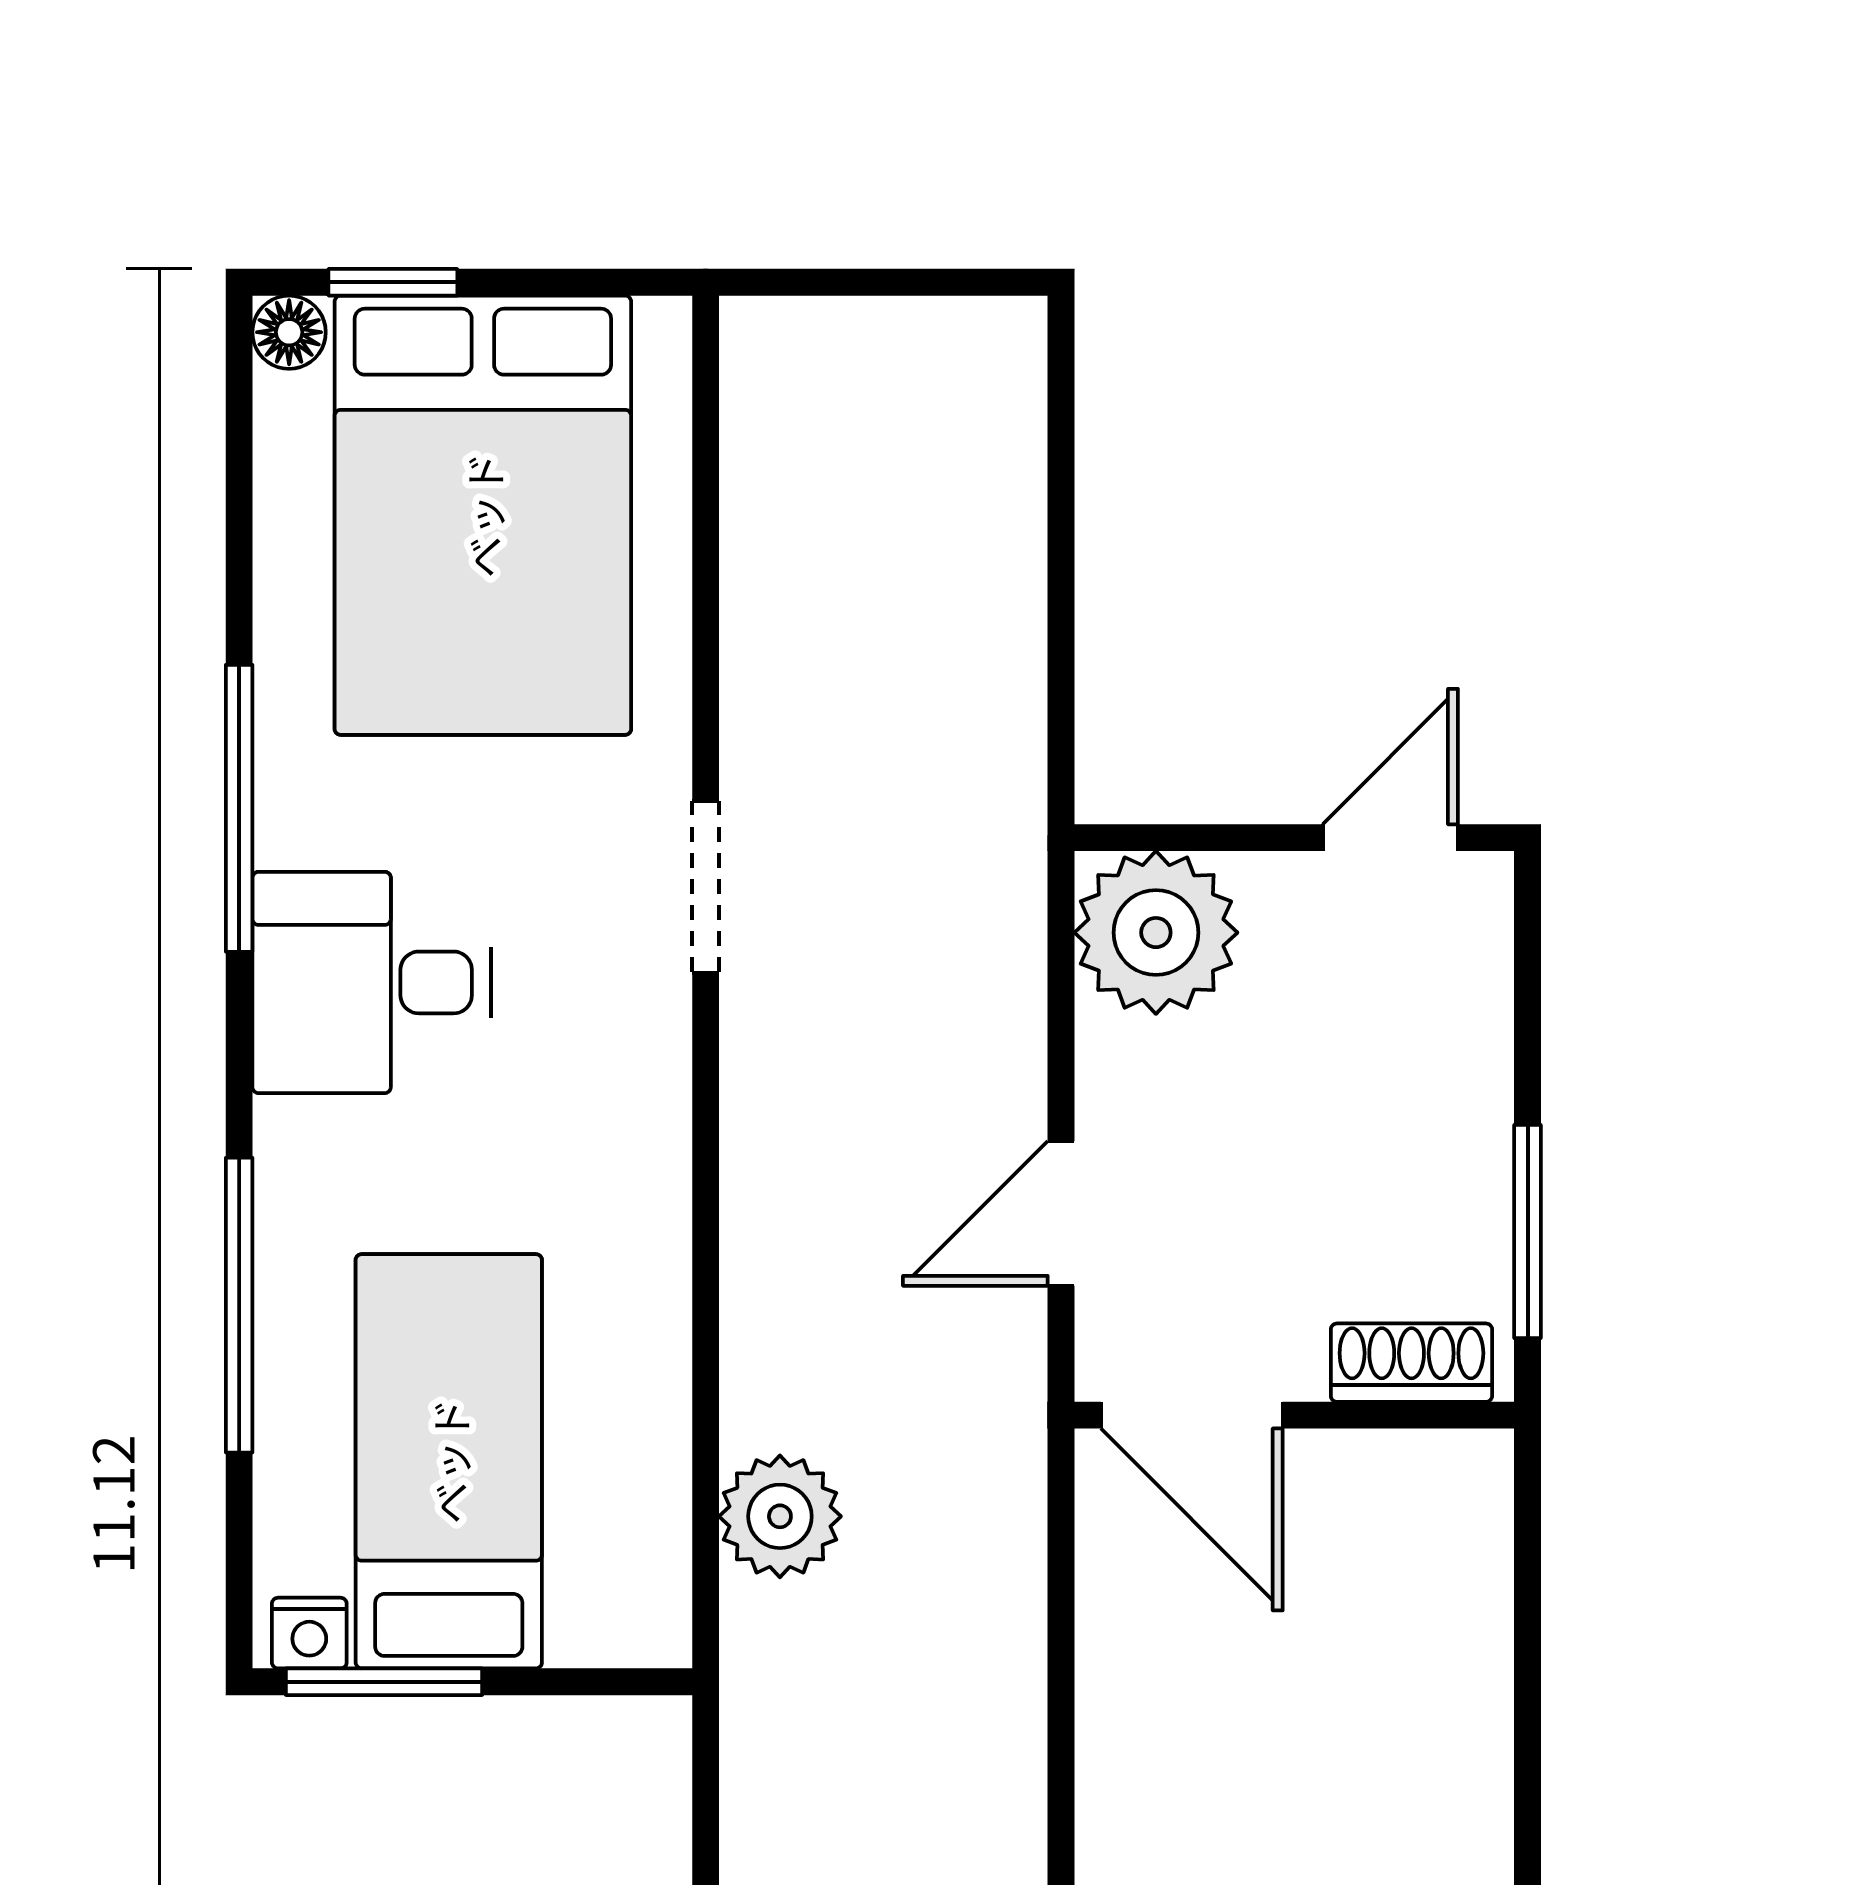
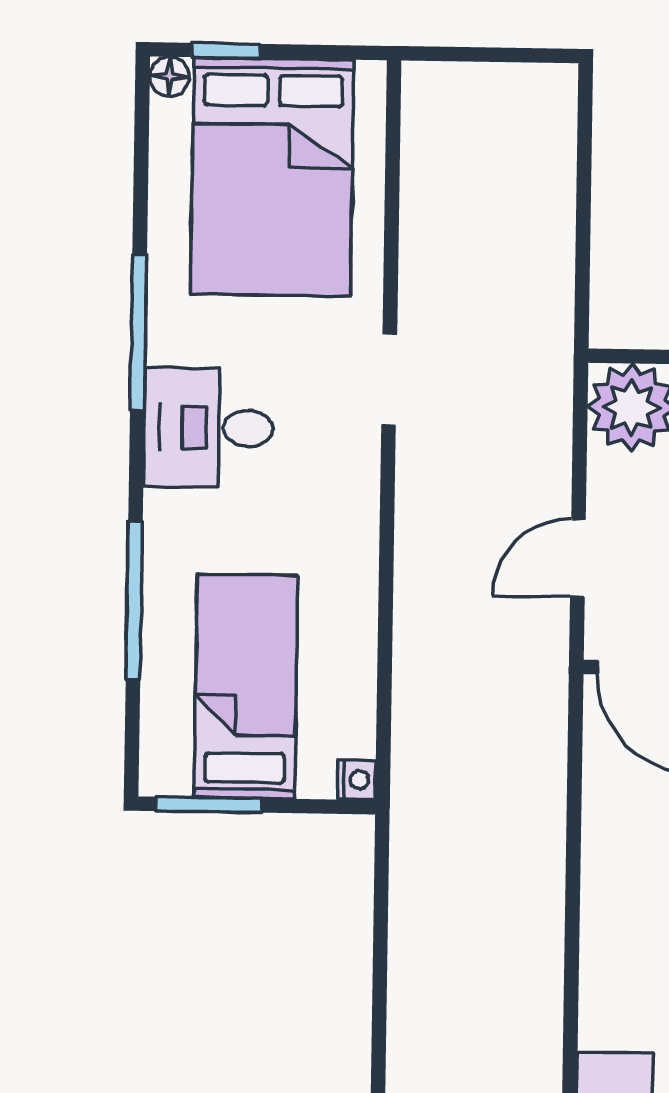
plant: (780, 1516) -> (424, 719), removed
nightstand: (309, 1633) -> (357, 780), moved, turned -90

